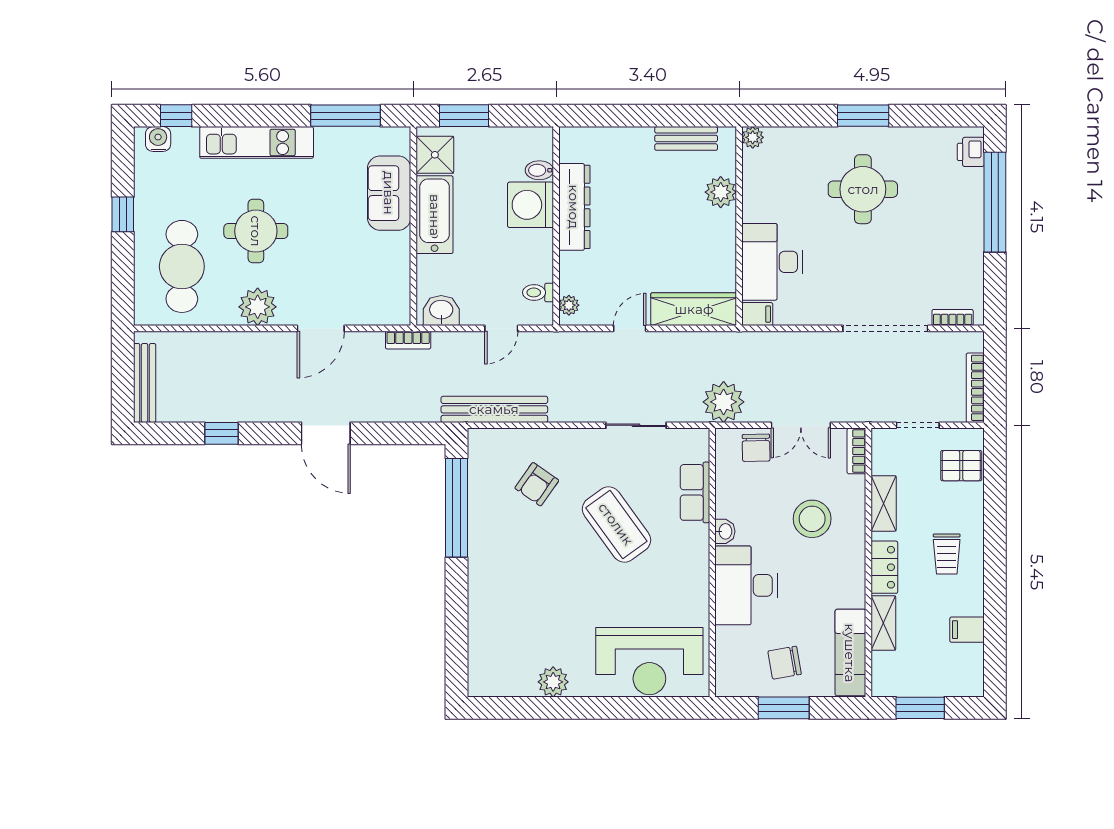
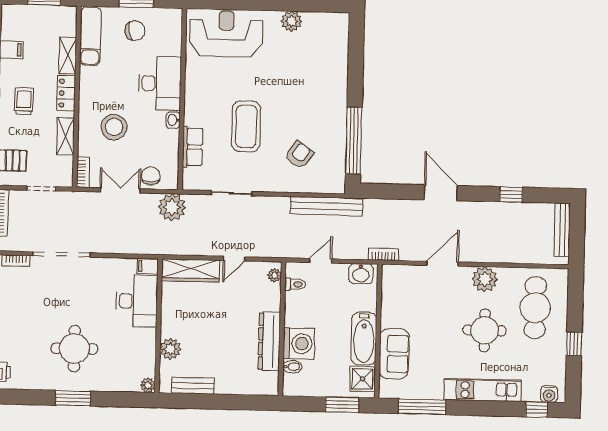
coffee table: (616, 524) -> (246, 126), turned 36

